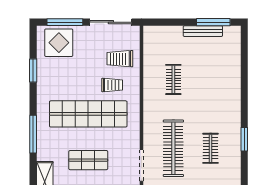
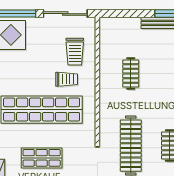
trolley: (120, 59) -> (75, 52), turned -90

